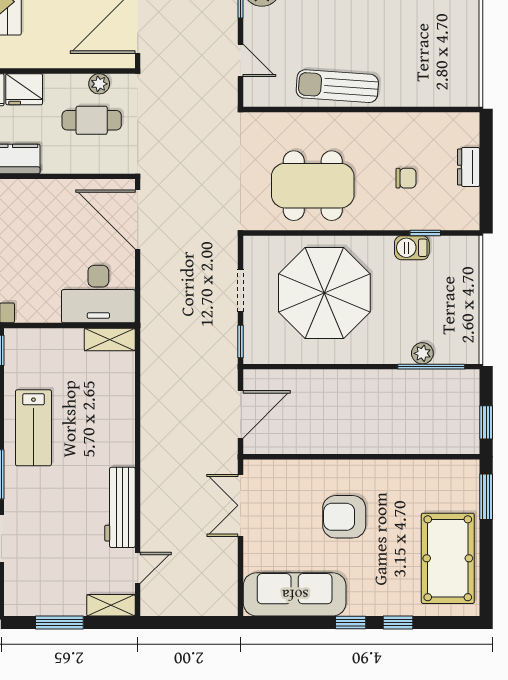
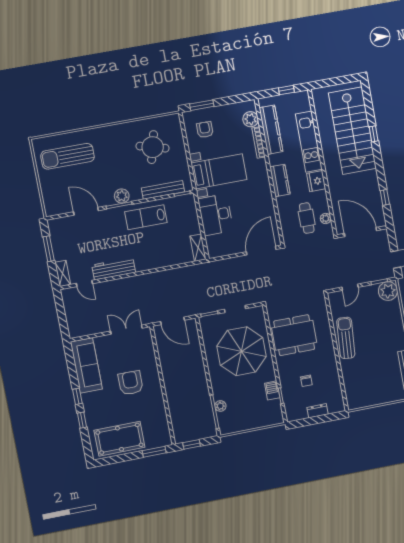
dining table: (313, 186) -> (294, 335), turned 90
desk: (98, 294) -> (216, 215), moved

